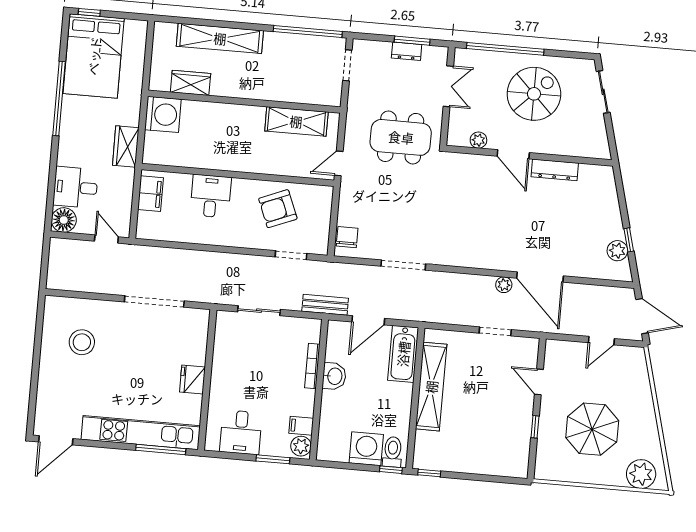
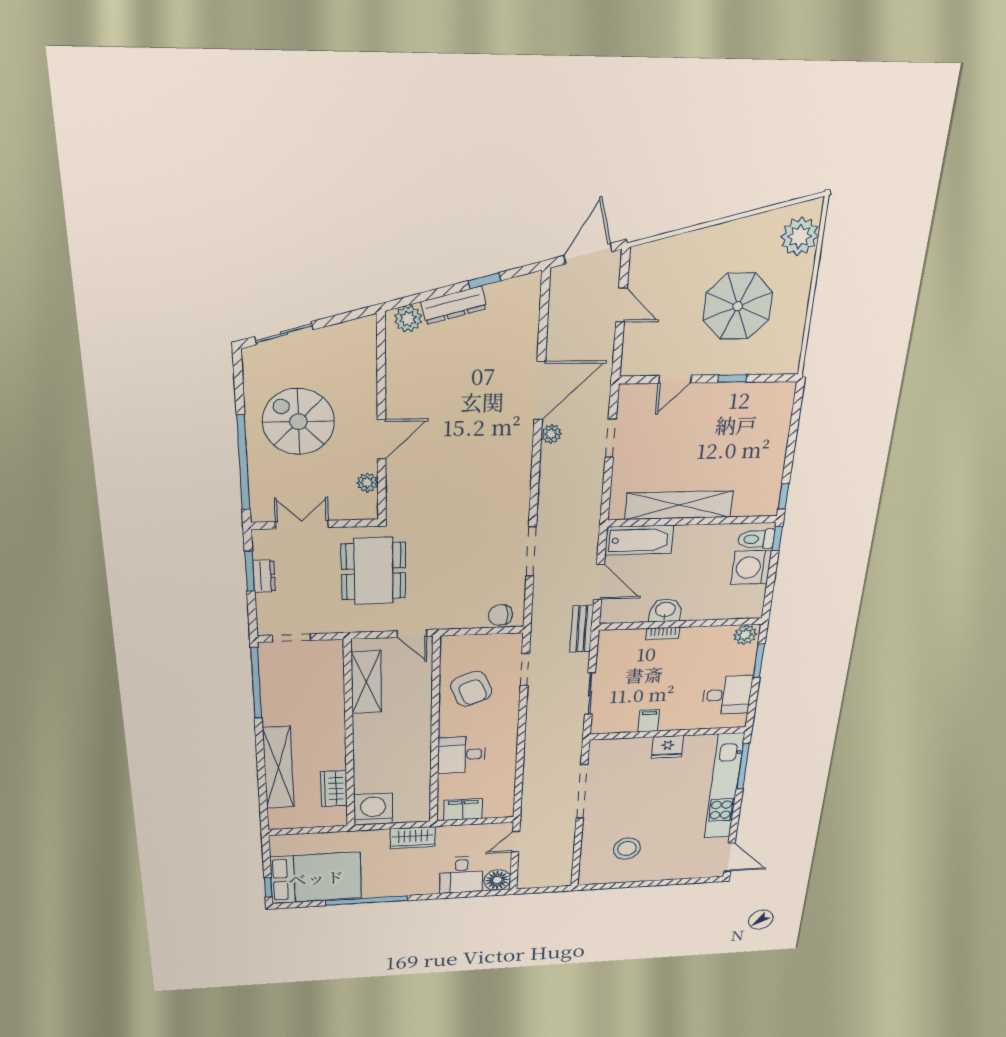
dresser: (555, 170) -> (454, 305), moved, turned 75
plant: (617, 251) -> (408, 319), moved
bookcase: (312, 366) -> (663, 633), width x0.64
filing cabinet: (301, 426) -> (649, 721), moved, turned 180

